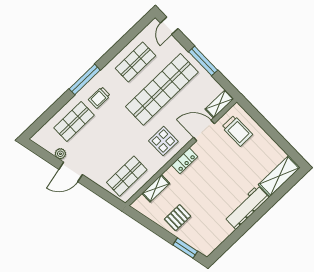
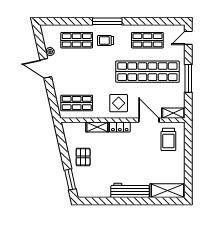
shelving: (156, 188) -> (97, 127), moved
pallet: (178, 218) -> (83, 157), turned 90

